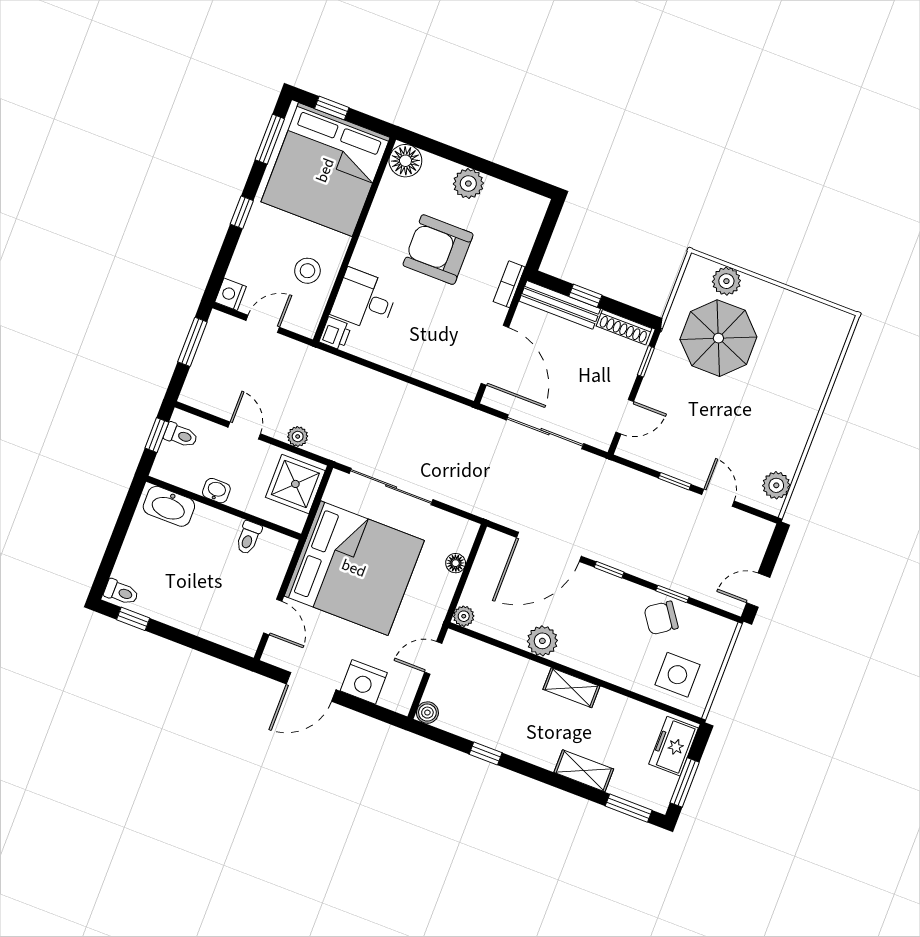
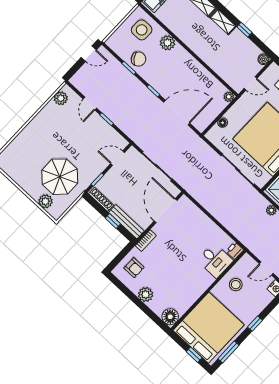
armchair: (438, 250) -> (134, 268), moved, width x0.53, depth x0.53
plant: (542, 641) -> (167, 43), moved
shelving: (571, 688) -> (223, 22), moved

